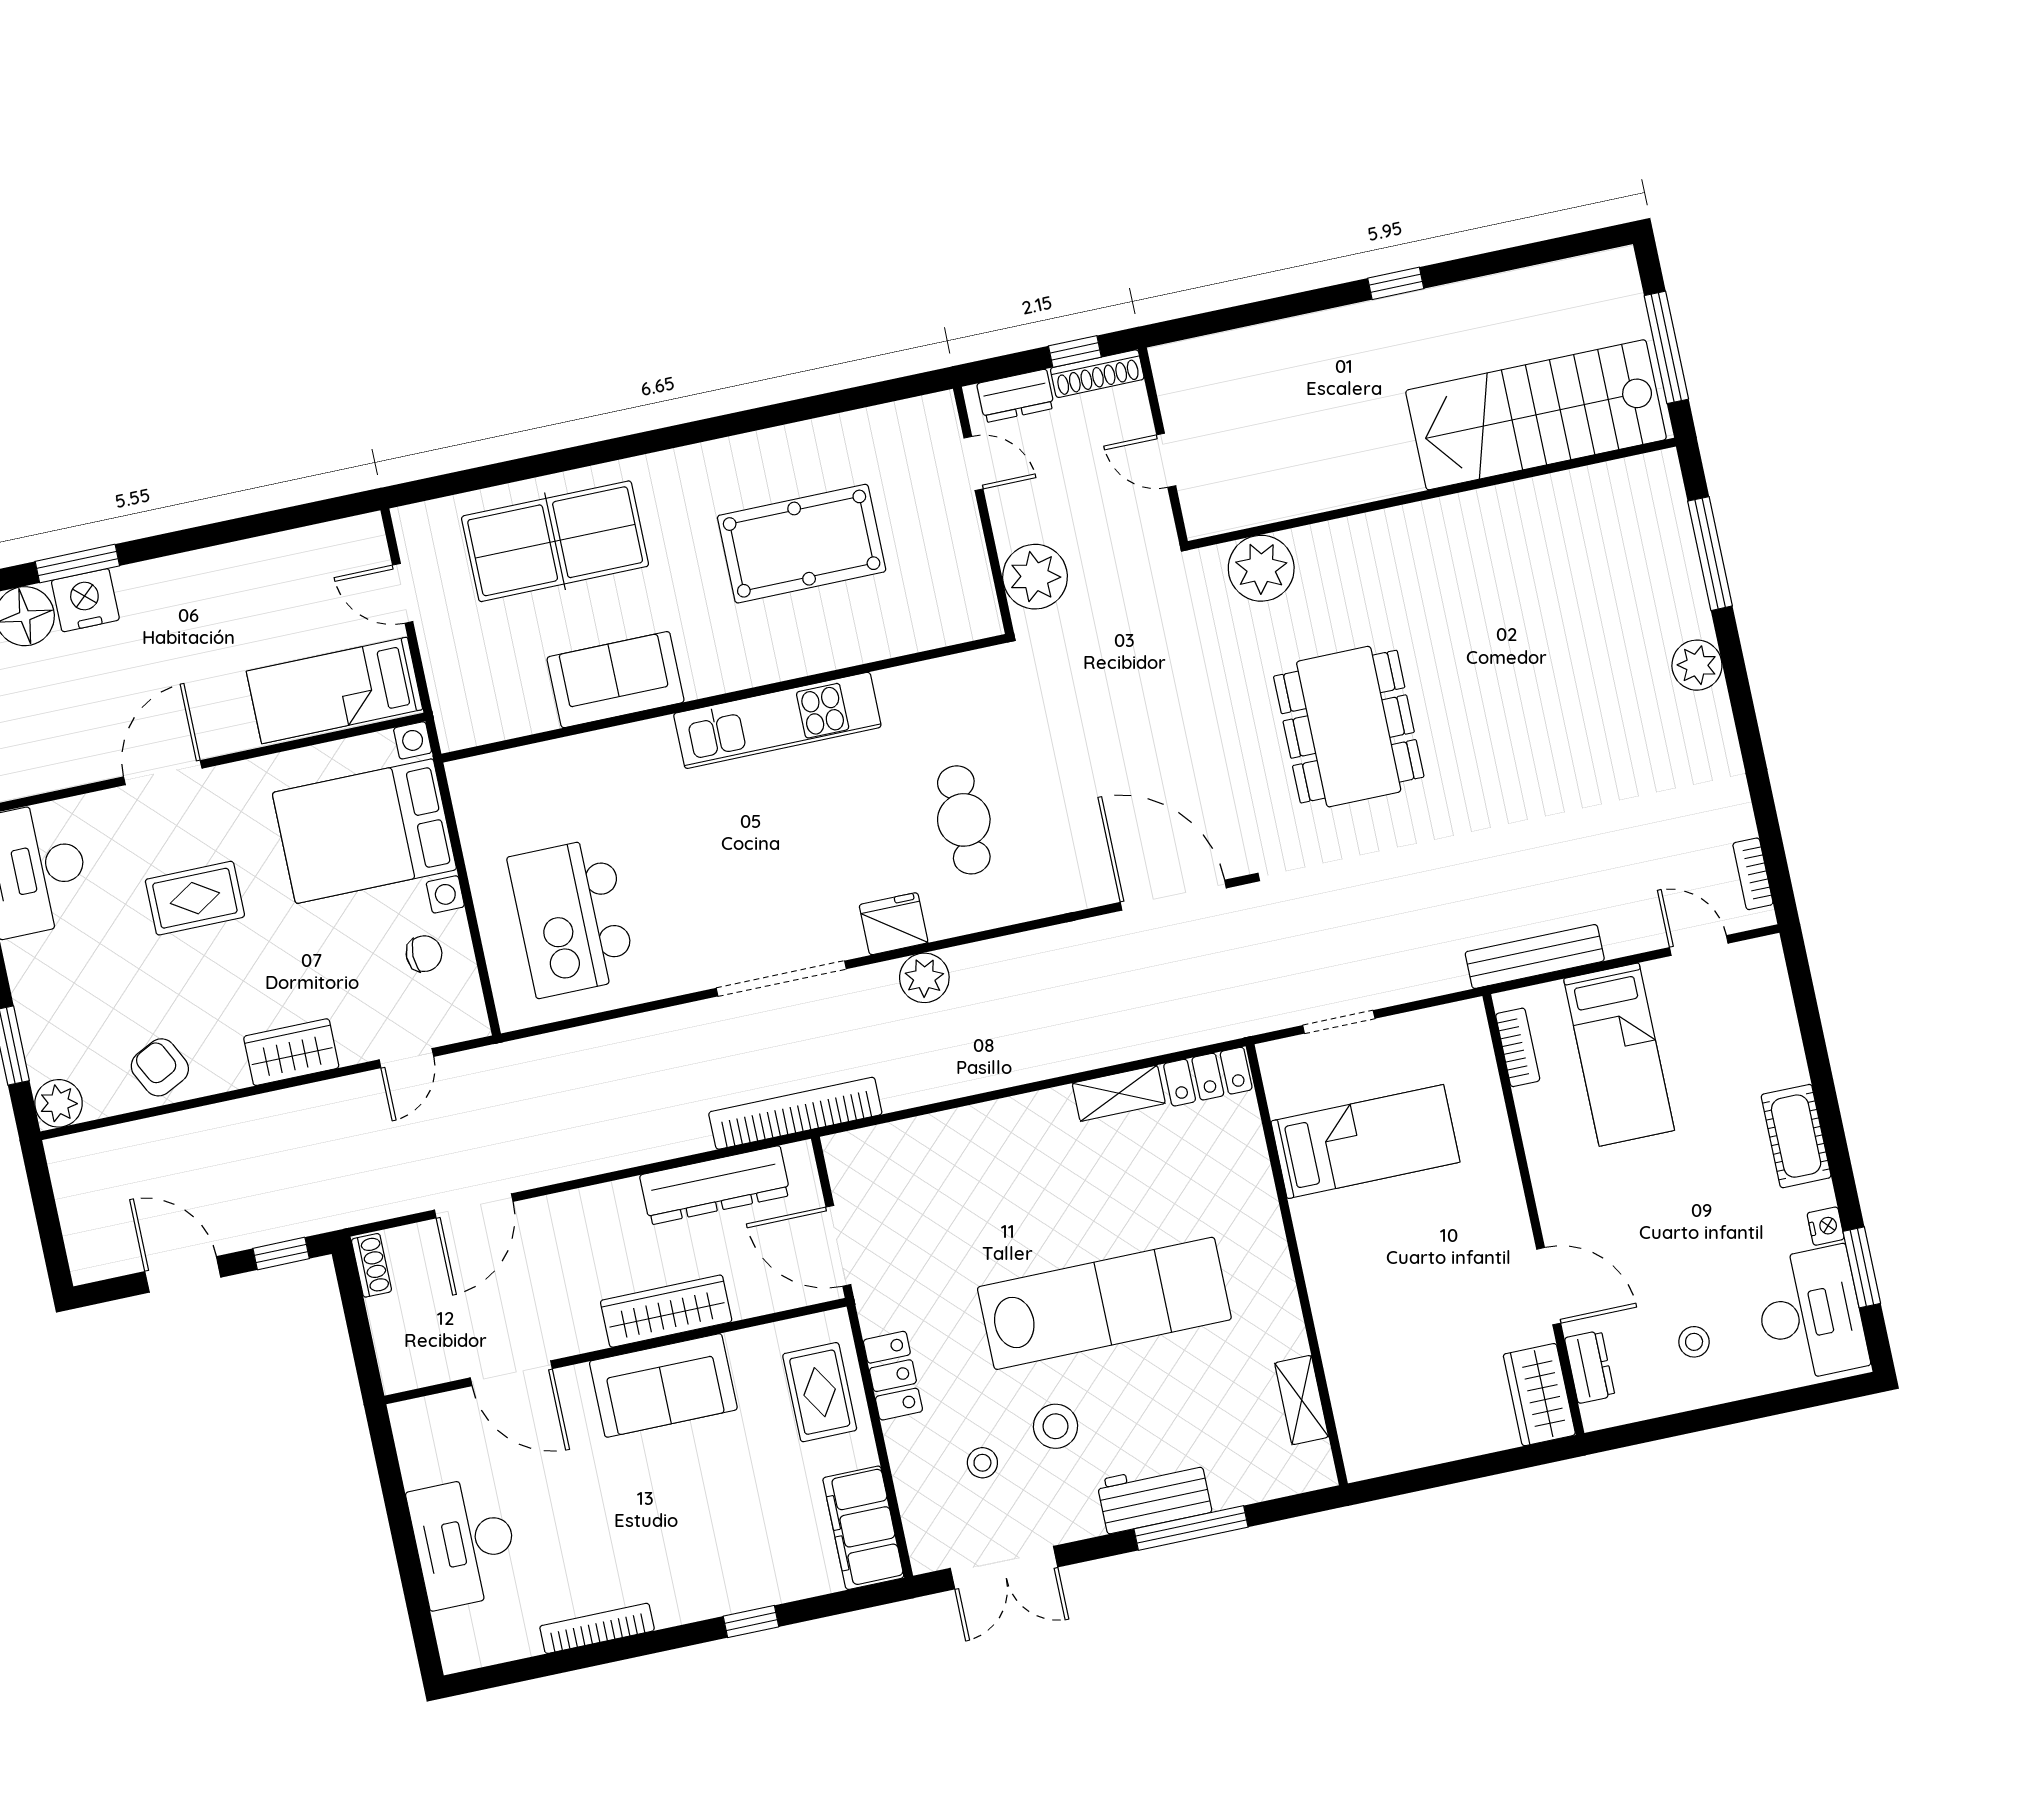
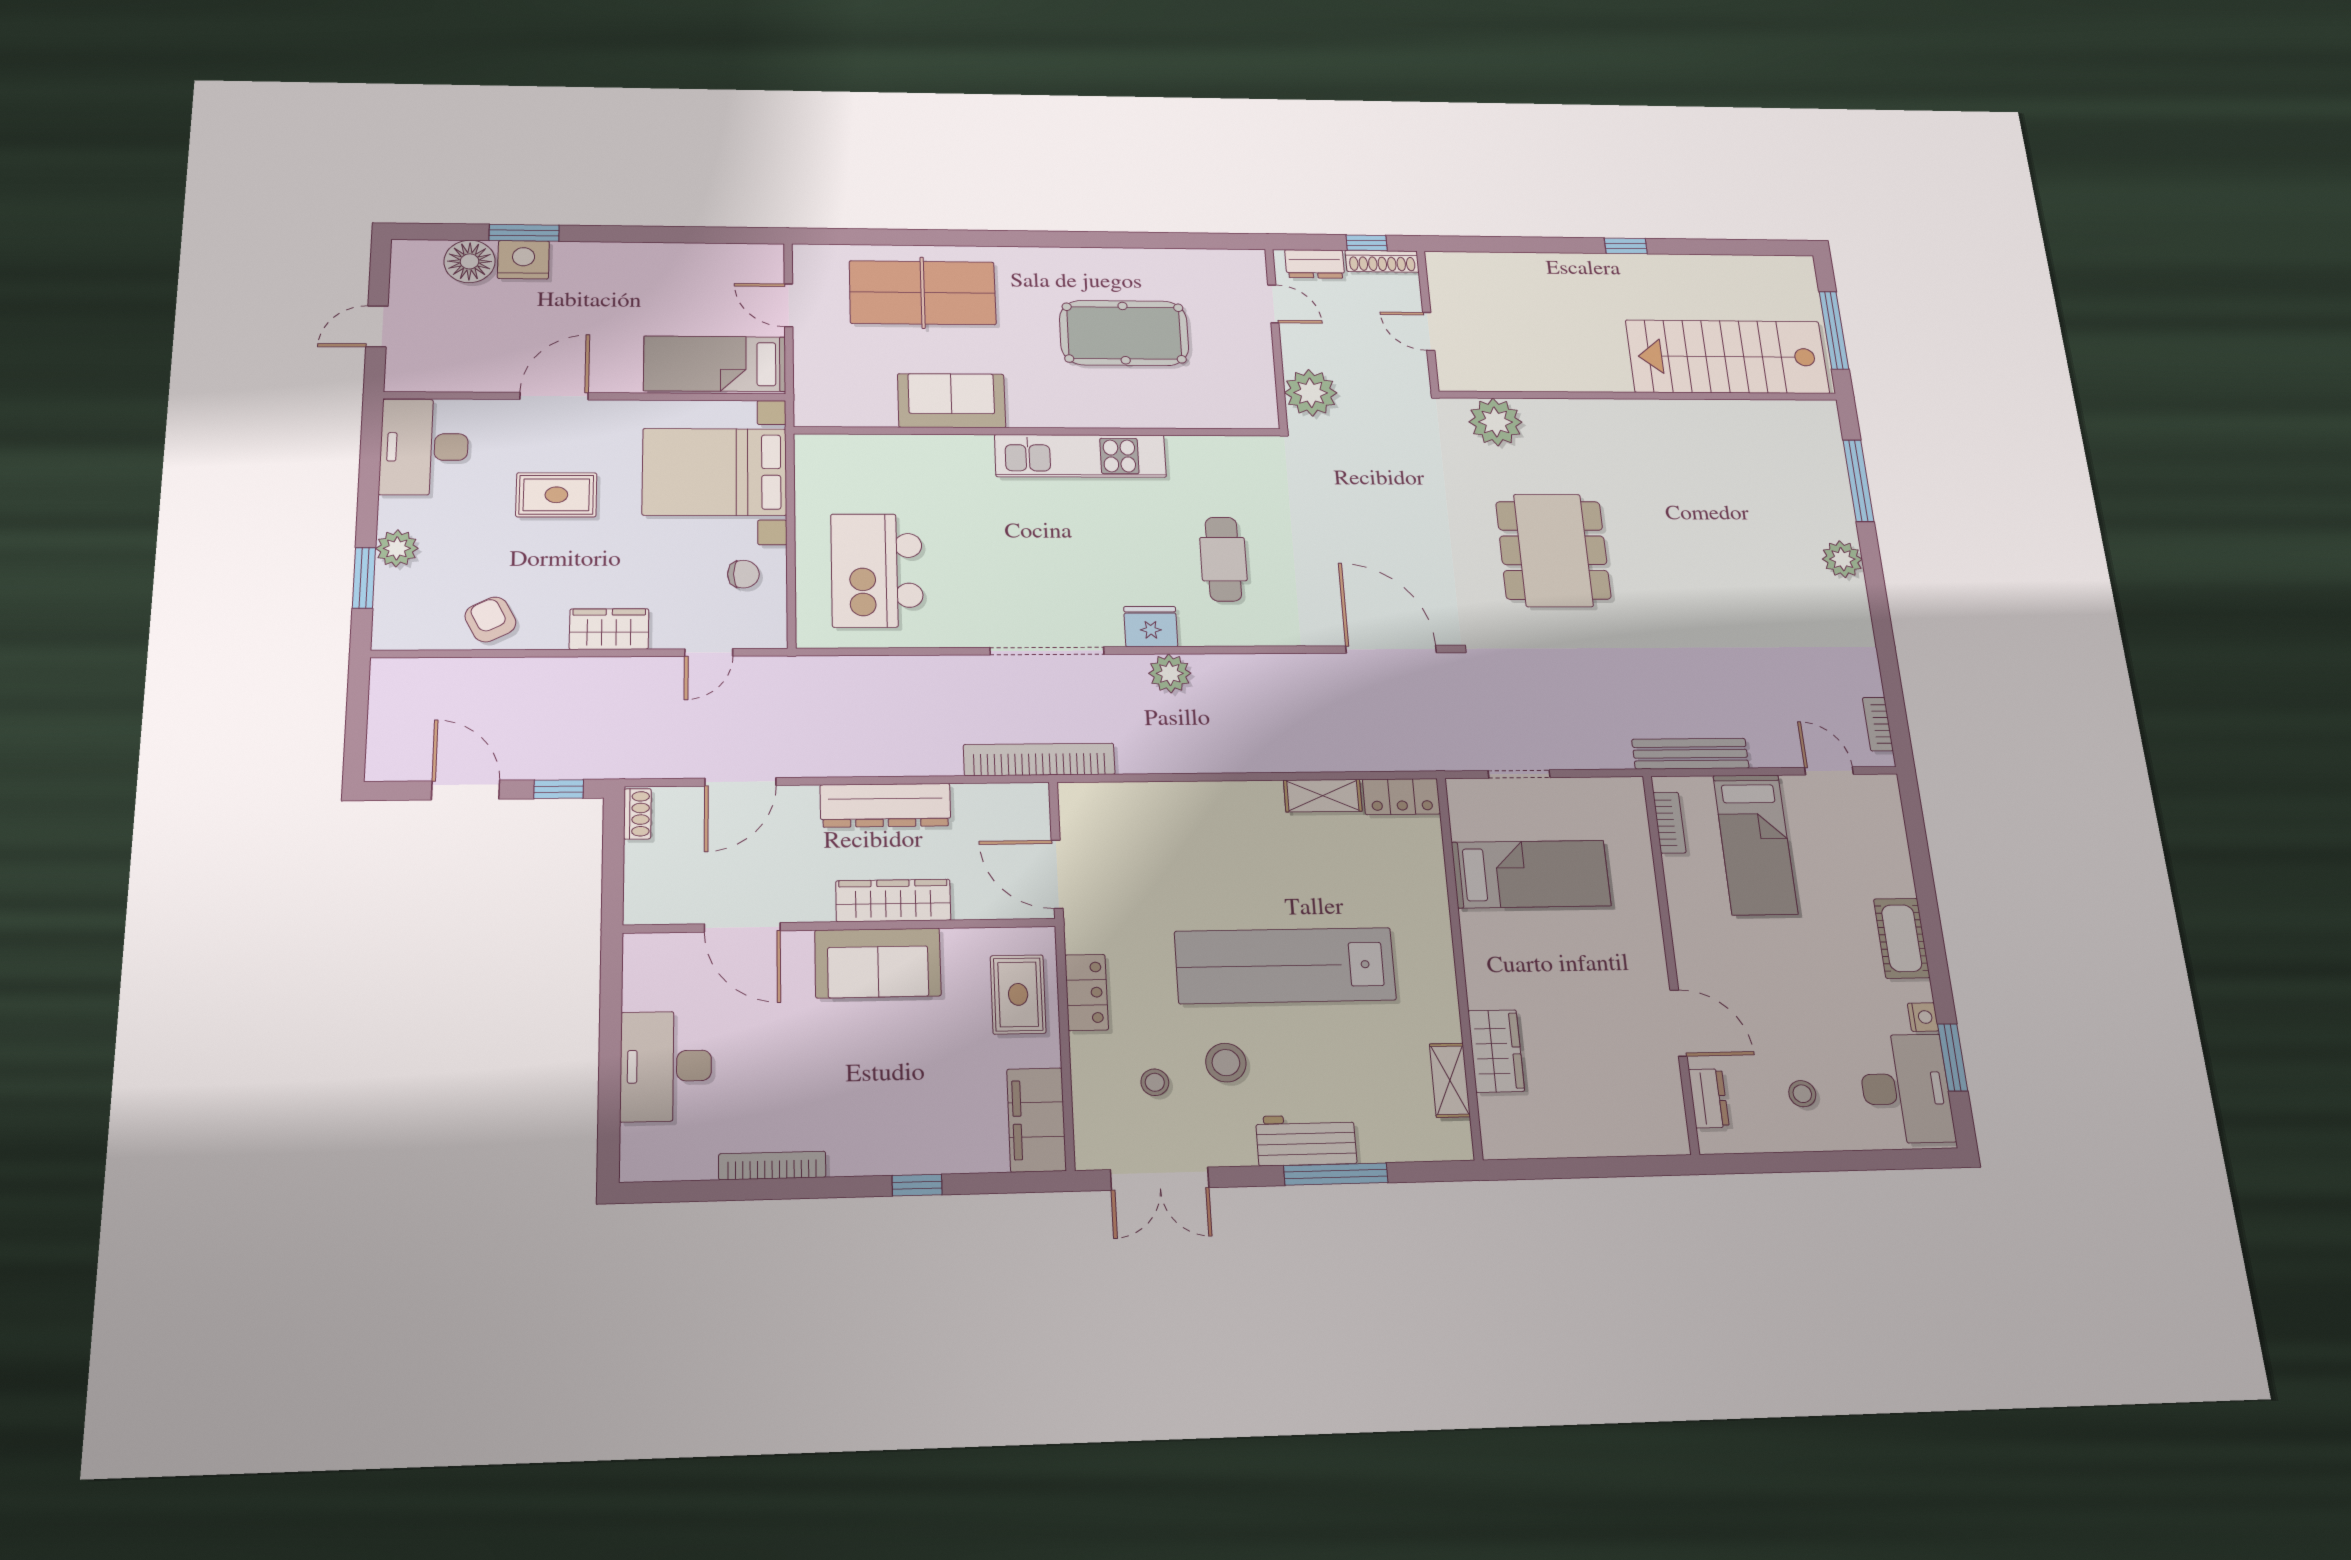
plant: (59, 1103) -> (397, 548), moved
dresser: (715, 1185) -> (885, 805), moved
lab bench: (1104, 1303) -> (1285, 966), turned 180
wardrobe: (1539, 1395) -> (1496, 1051), moved, turned 180

